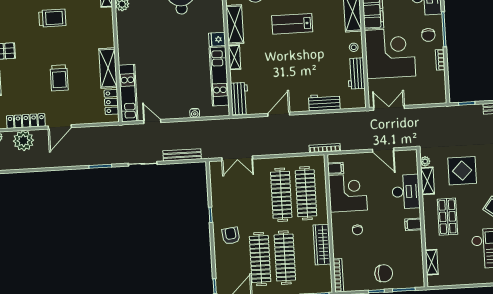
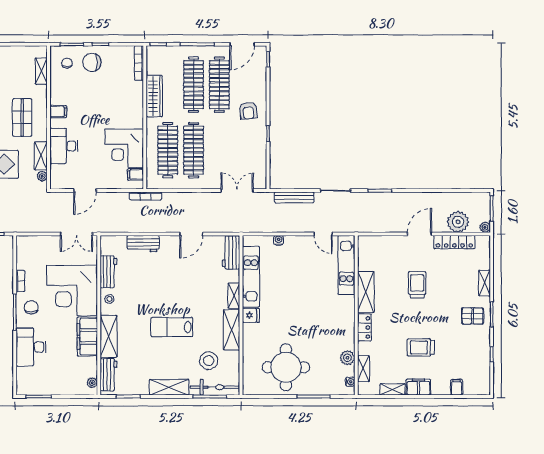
lab bench: (292, 24) -> (172, 327), turned 180
locker: (111, 102) -> (364, 328), moved
door: (383, 150) -> (85, 191), swing flipped
chair: (357, 230) -> (67, 63), moved

